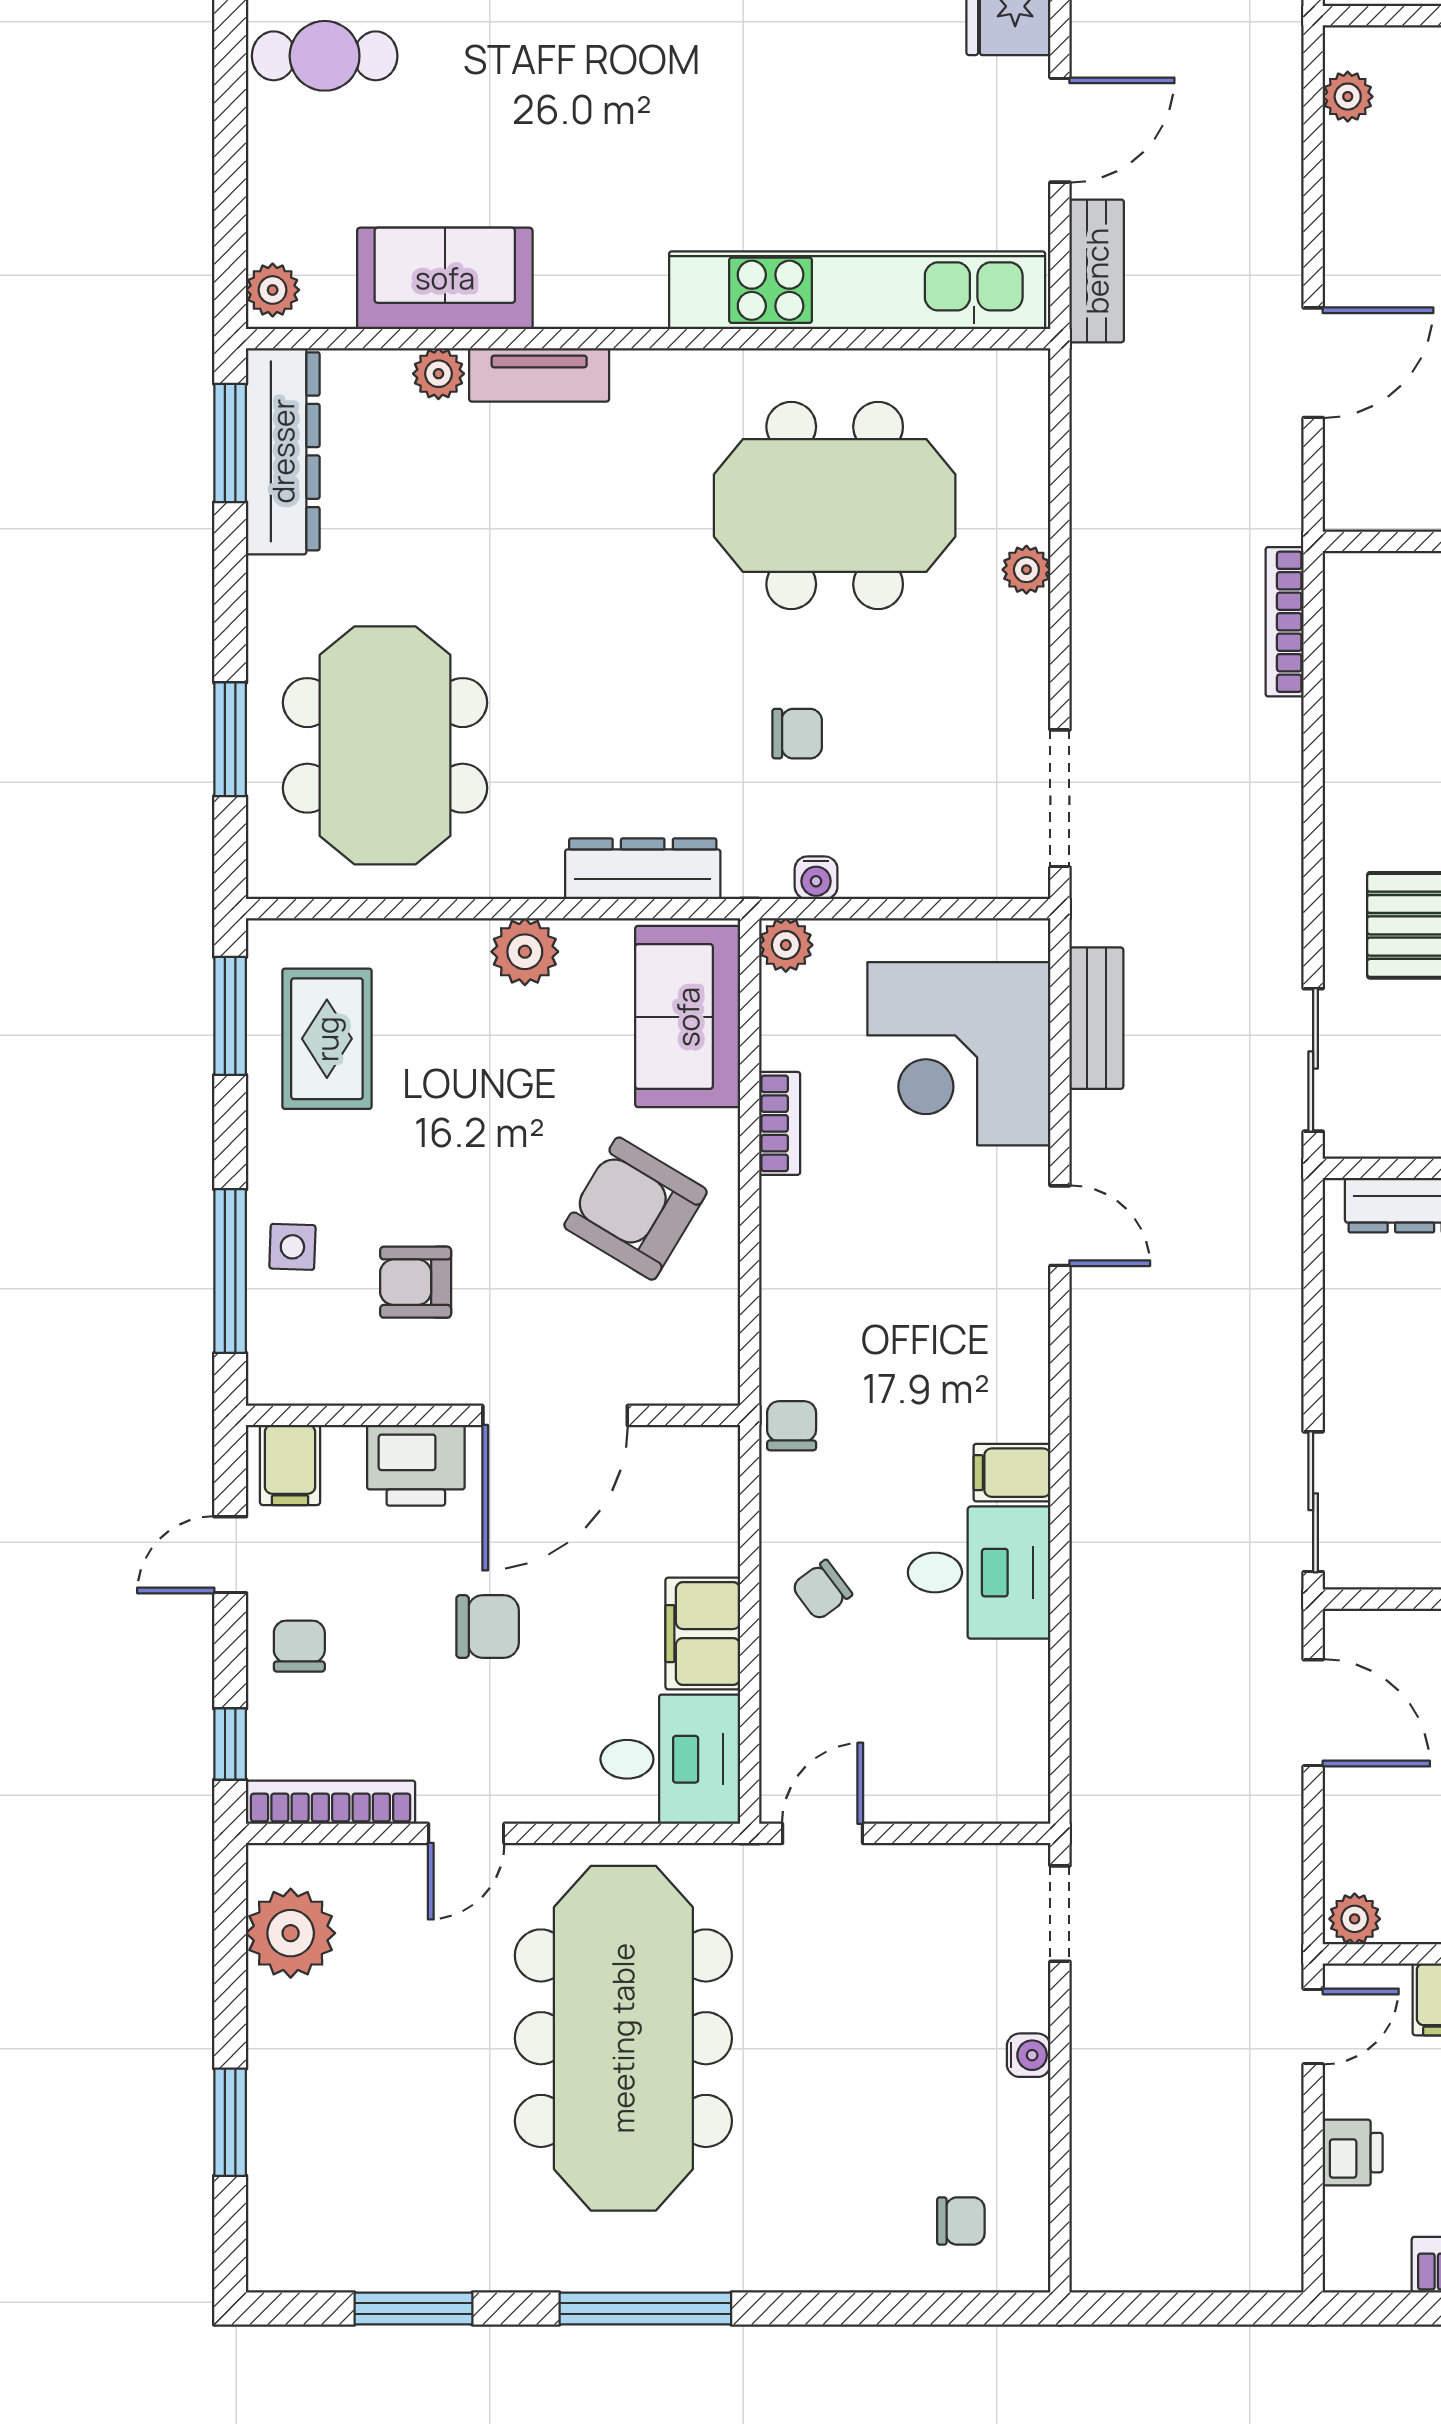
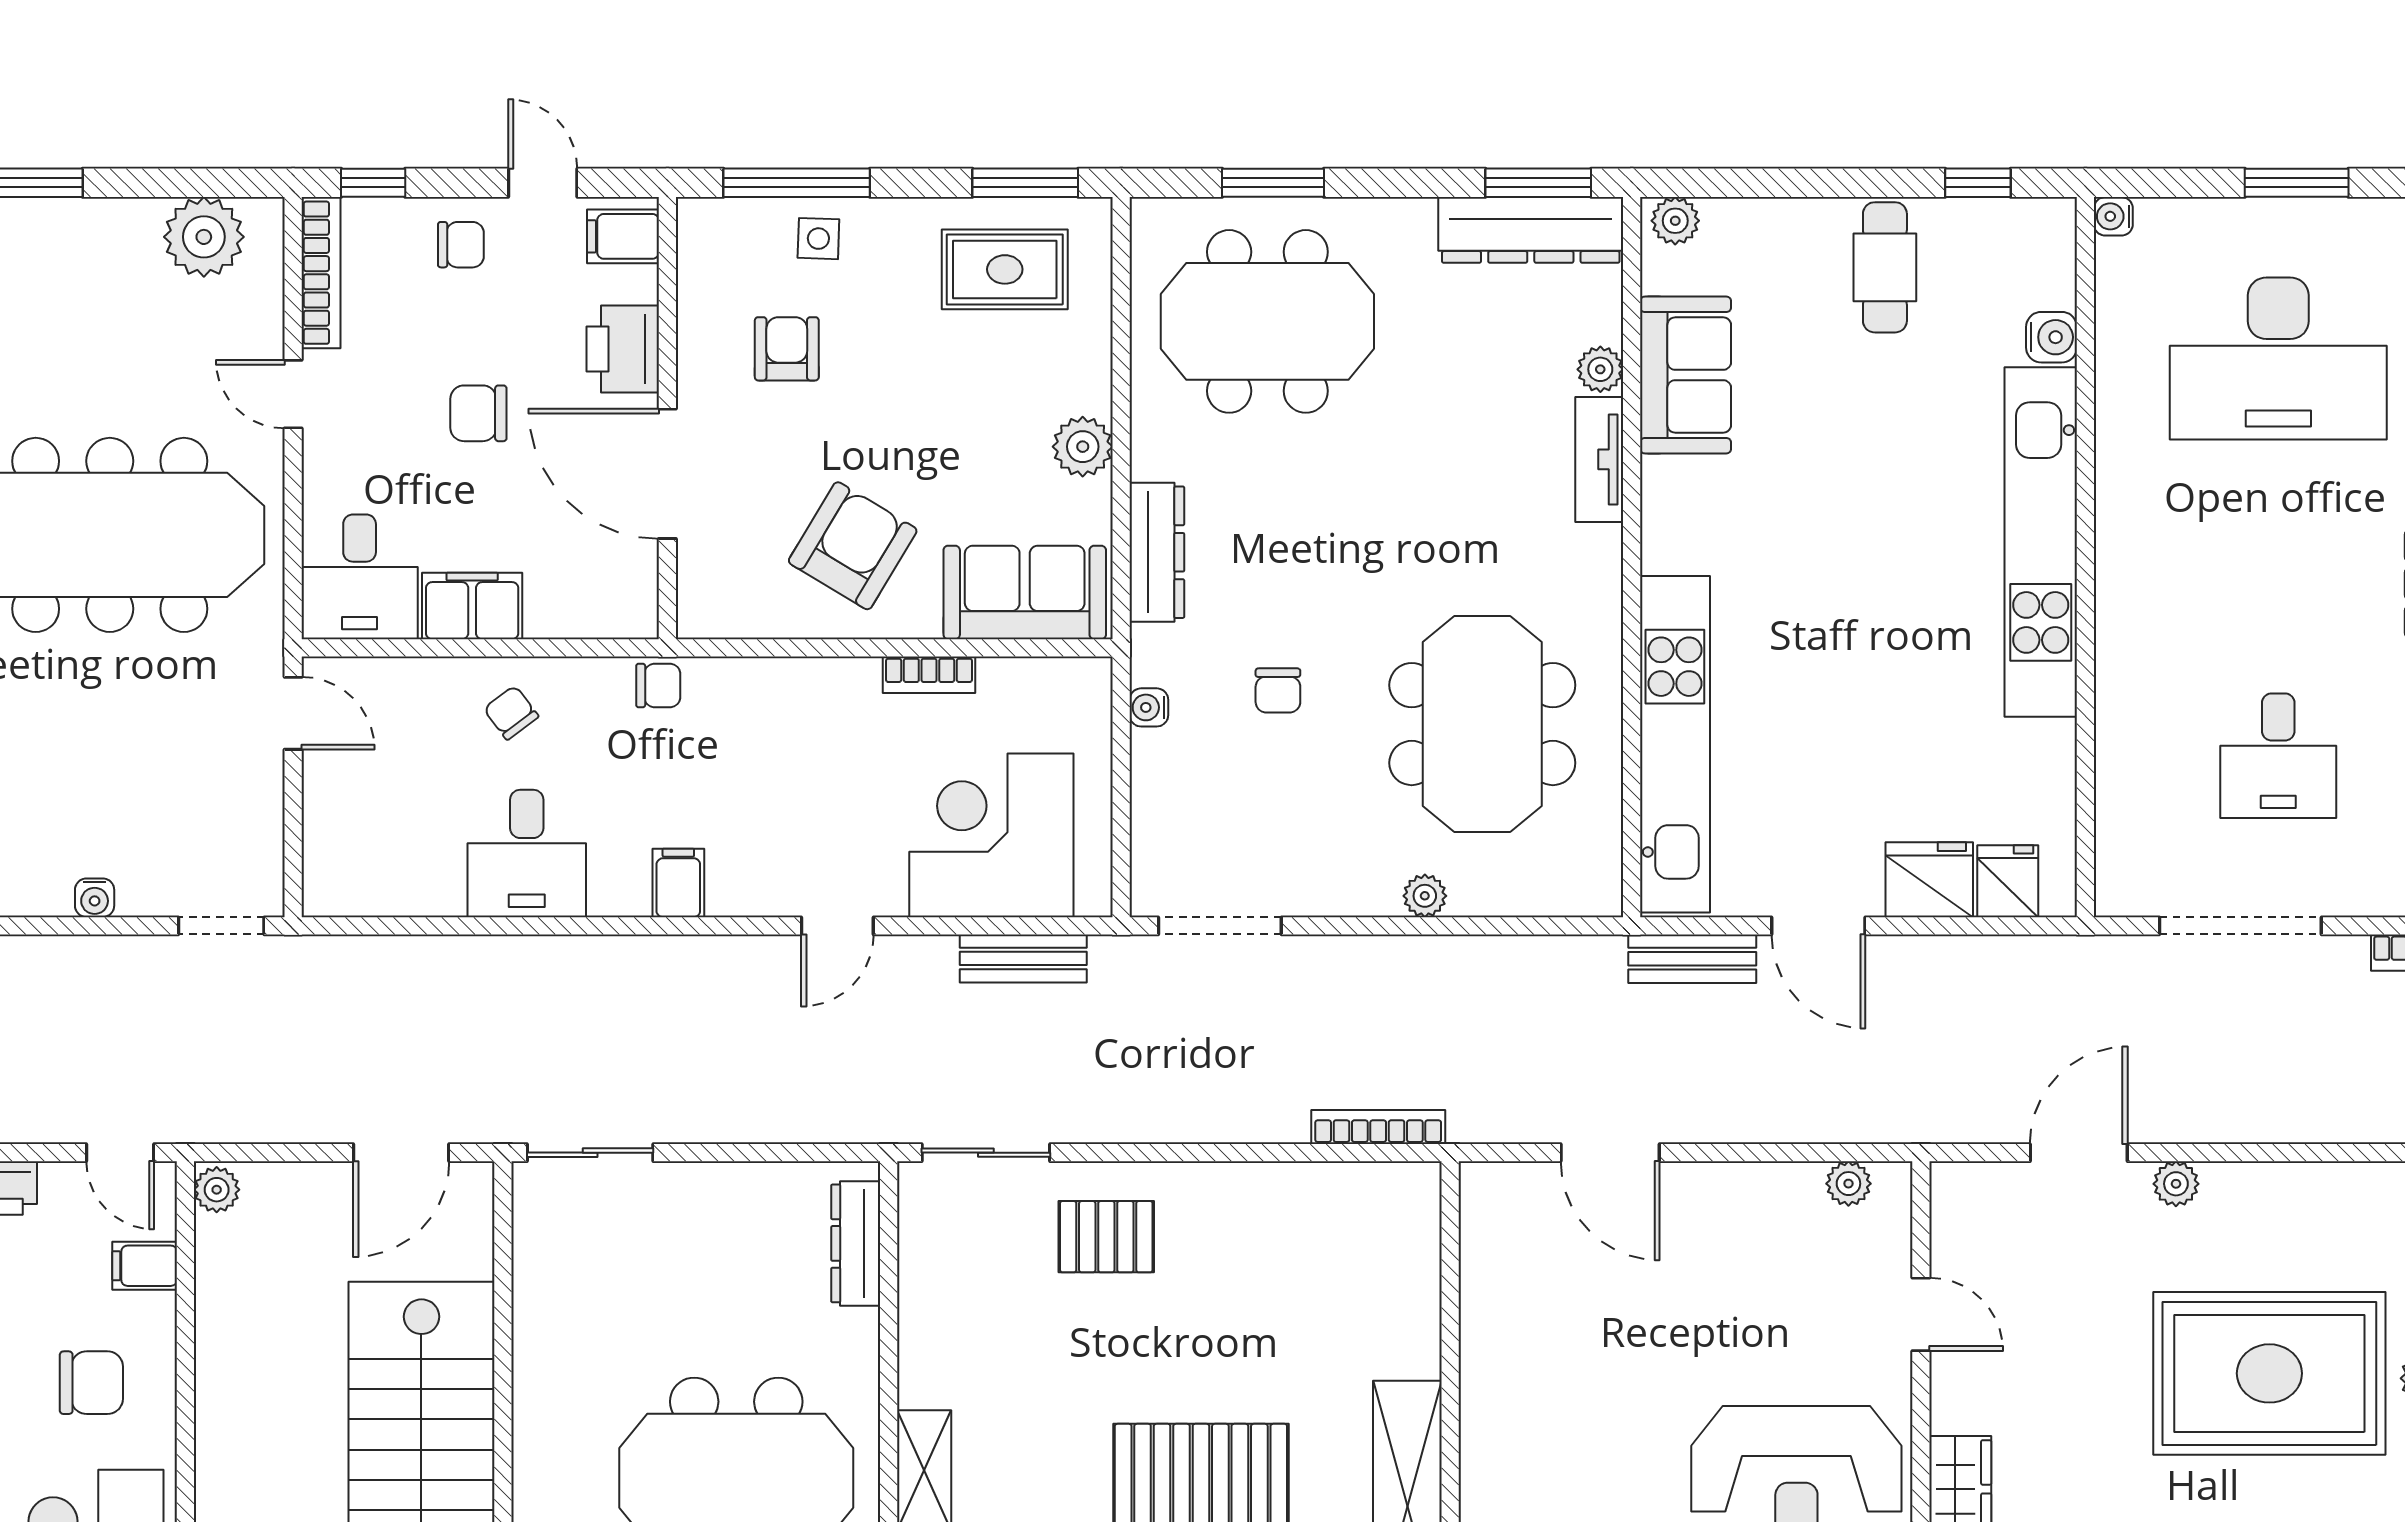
plant: (786, 945) -> (1089, 680), removed
filing cabinet: (1012, 1473) -> (678, 883), moved
chair: (488, 1627) -> (478, 413), turned 90

